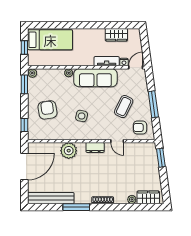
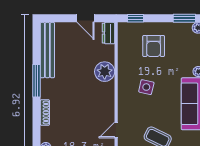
armchair: (47, 110) -> (154, 46), turned 99
dresser: (95, 147) -> (108, 33), moved
door: (24, 166) -> (86, 18), width x0.53

